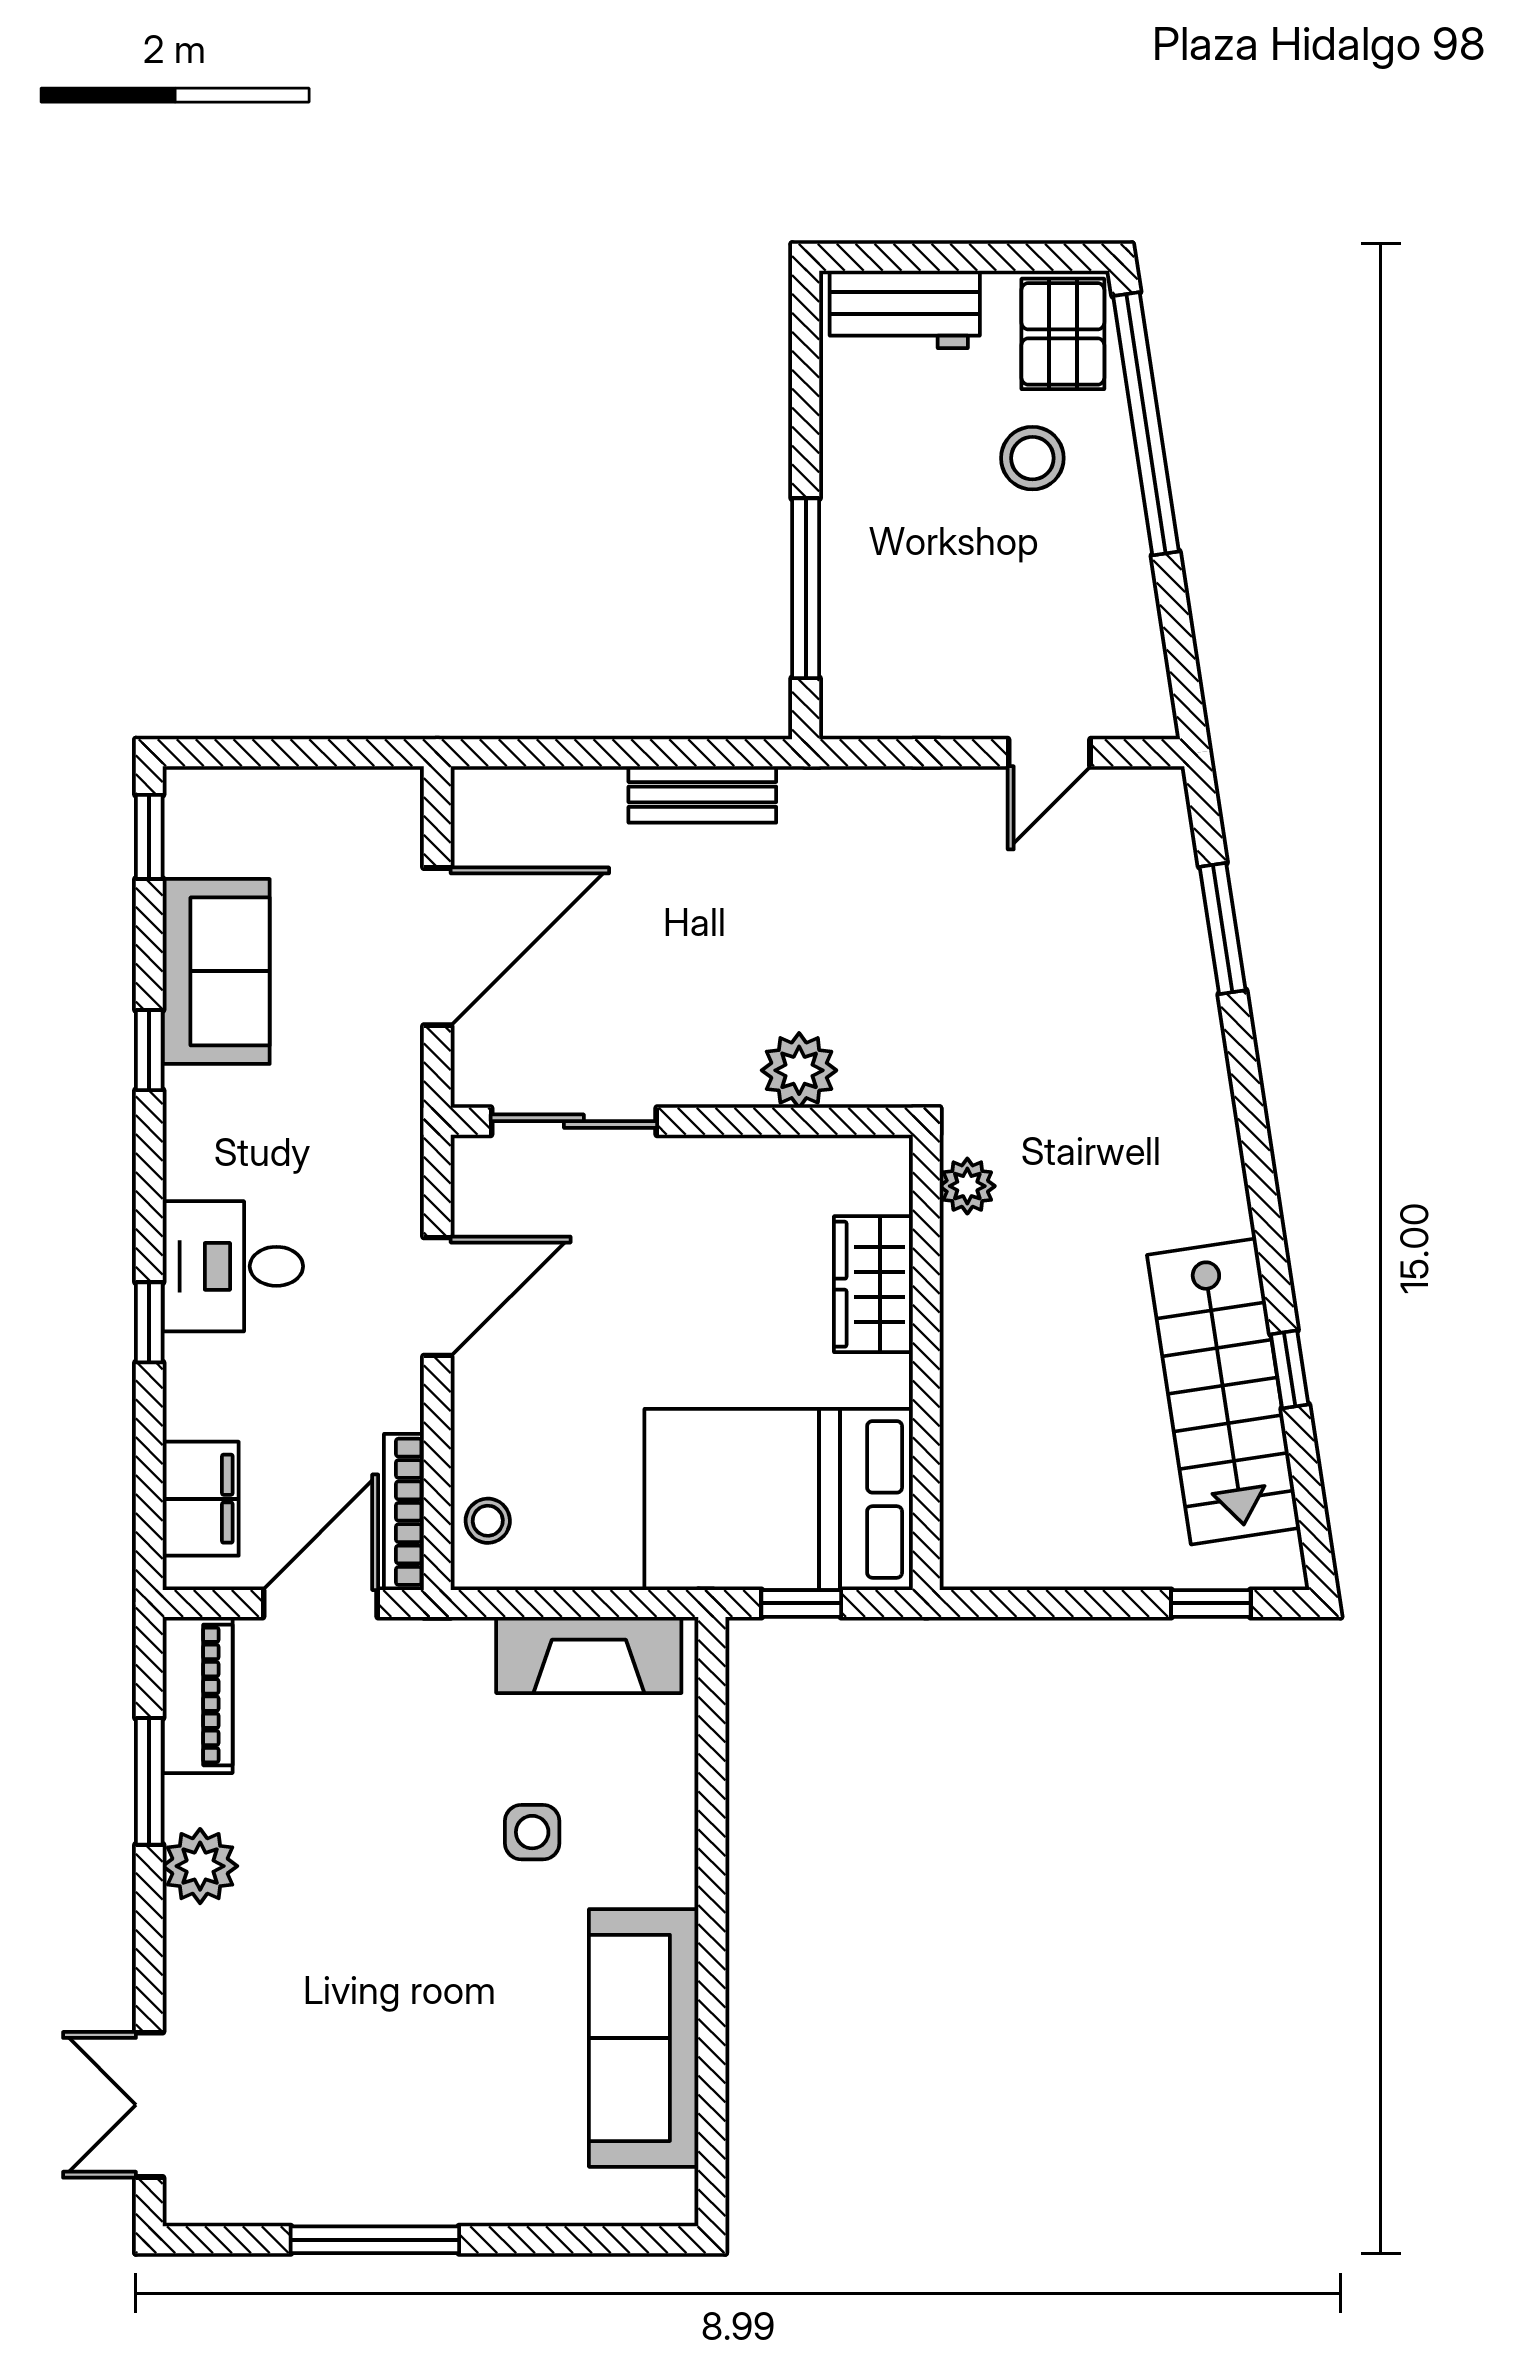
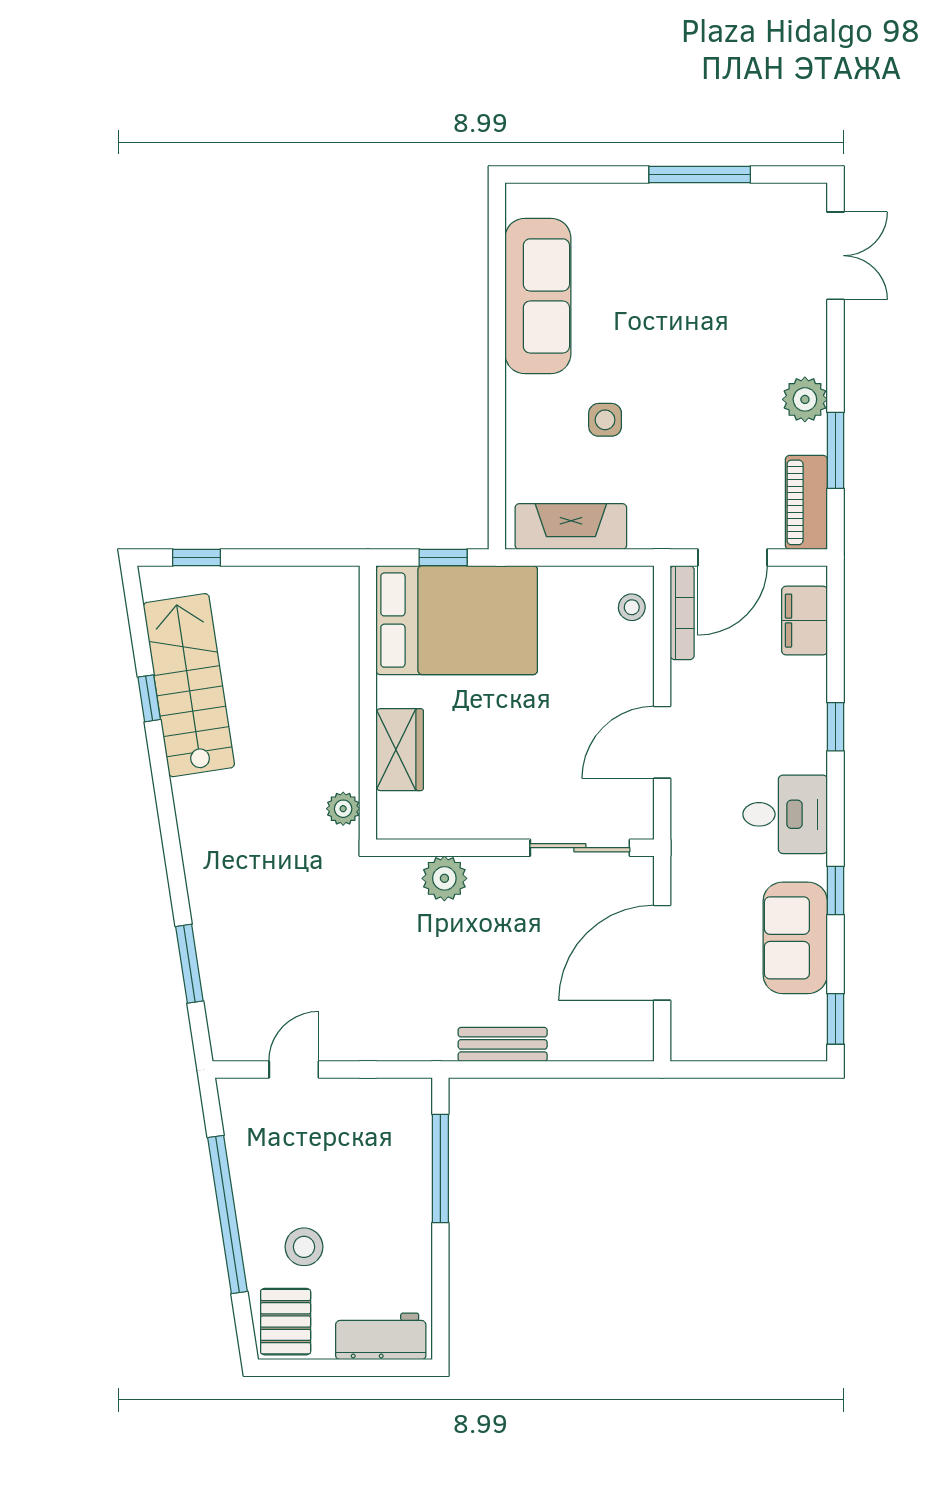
window: (1146, 424) -> (228, 1214), moved
desk: (233, 1266) -> (785, 814), moved

